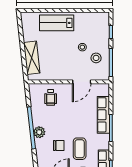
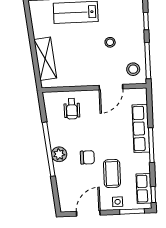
stool: (96, 58) -> (133, 69), moved
chair: (59, 145) -> (87, 157), moved

